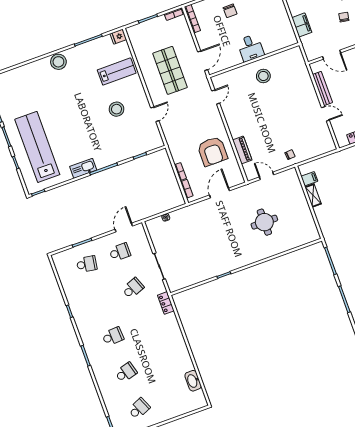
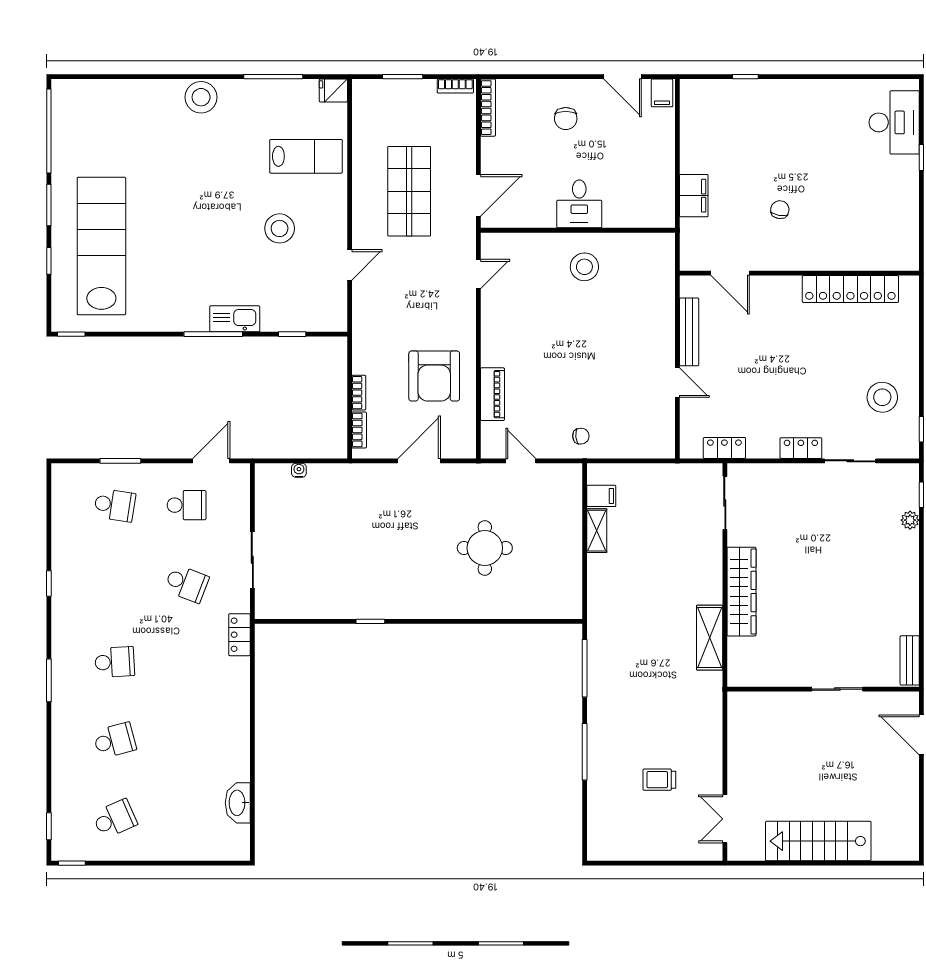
kitchen sink: (83, 168) -> (235, 319), moved
school desk: (133, 288) -> (187, 584), turned 42

